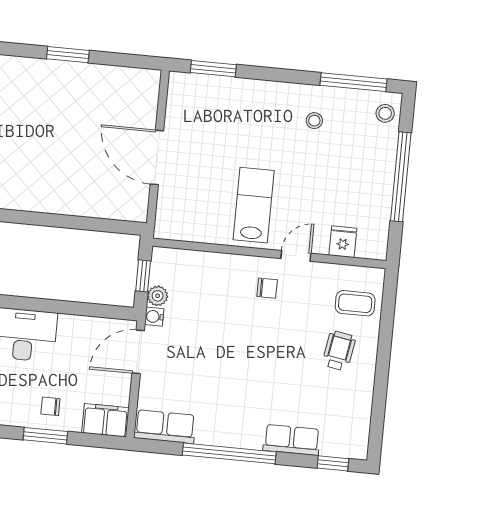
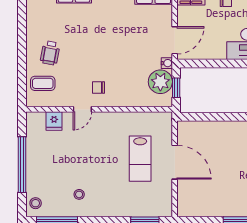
lab bench: (254, 205) -> (140, 159), moved
plant: (158, 296) -> (160, 82), width x1.87, depth x1.87

